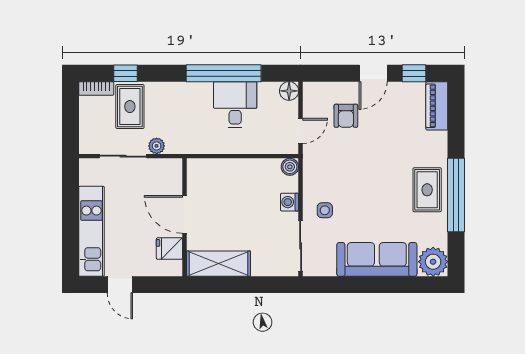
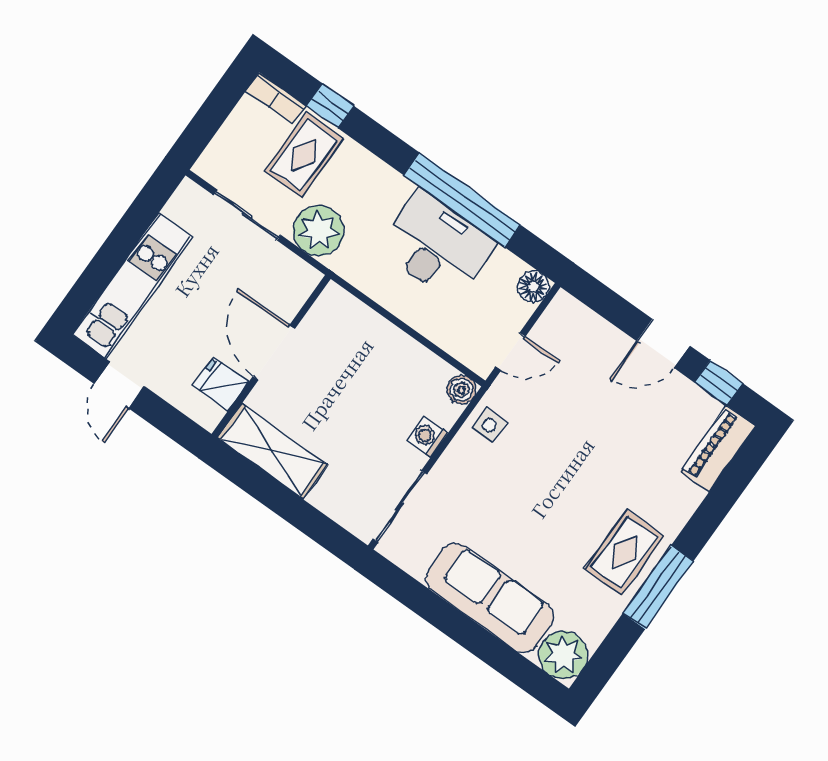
desk: (235, 105) -> (437, 246), width x1.37
armchair: (346, 116) -> (586, 375), removed
plant: (157, 146) -> (318, 231), width x1.87, depth x1.87
window: (456, 195) -> (658, 587), width x0.68
side table: (325, 210) -> (489, 425), moved

